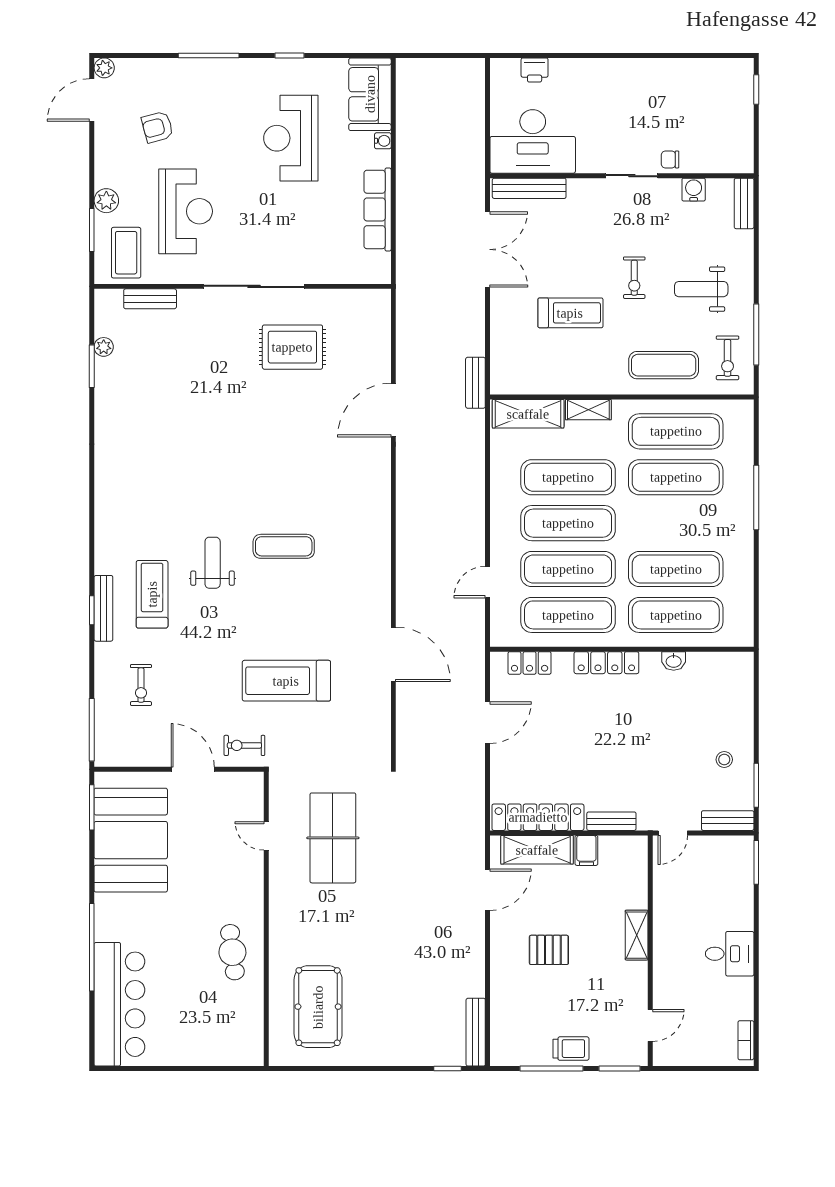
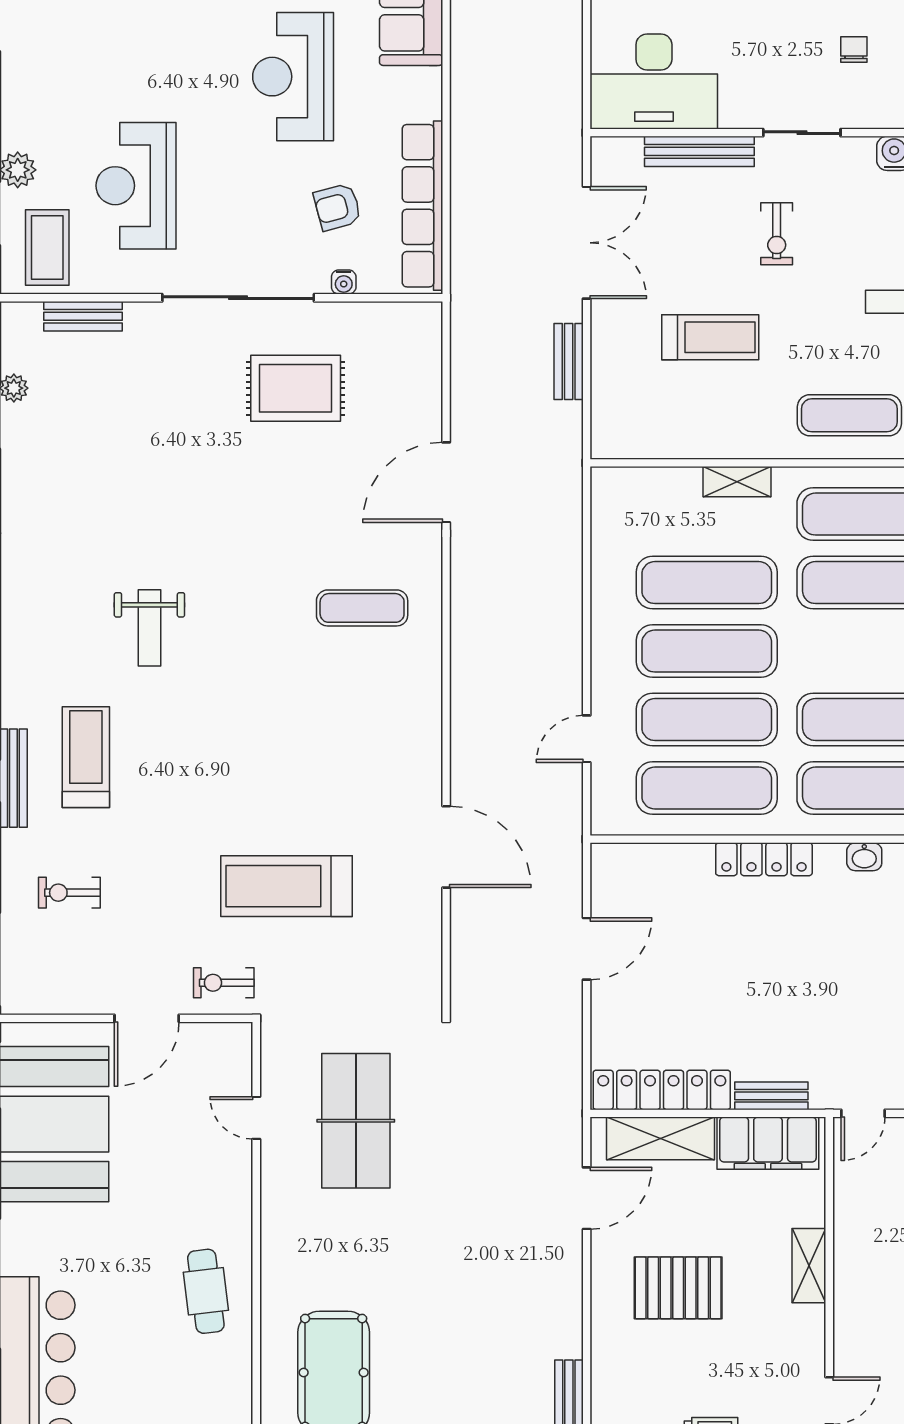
armchair: (157, 127) -> (337, 207), moved
water cooler: (383, 141) -> (344, 282), moved, turned 90
chair: (670, 159) -> (854, 49), moved, turned 90
bench: (529, 188) -> (699, 151), moved
row of seats: (378, 209) -> (422, 206), width x1.36
reception desk: (186, 211) -> (136, 186), turned 180
exercise bike: (634, 278) -> (777, 234), moved
bench: (475, 383) -> (569, 362), moved
shelving: (528, 414) -> (647, 488), removed
exercise mat: (284, 546) -> (362, 608), moved
weight bench: (213, 563) -> (149, 628), moved, turned 180
locker: (530, 663) -> (649, 860), removed
exercise bike: (141, 685) -> (69, 893), turned 90
door: (193, 769) -> (147, 1018), swing flipped
filing cabinet: (586, 850) -> (768, 1143), width x3.00, depth x1.17
pallet: (549, 950) -> (678, 1288), width x1.50, depth x1.42

